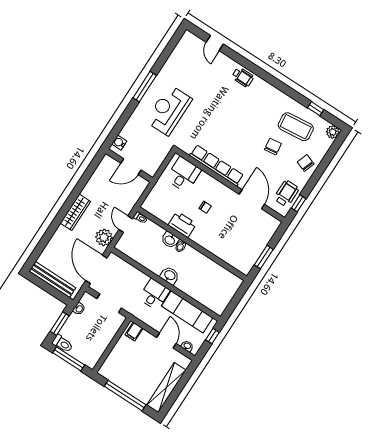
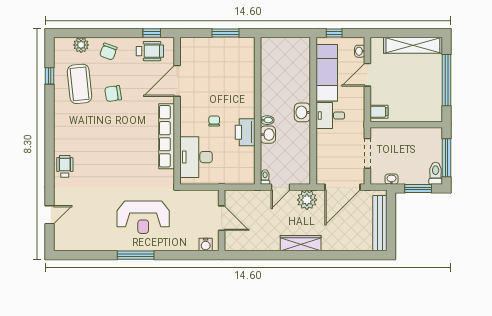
plant: (333, 132) -> (81, 45), moved
desk: (183, 174) -> (196, 157), width x1.37
wheelchair: (286, 193) -> (150, 51), turned 180

